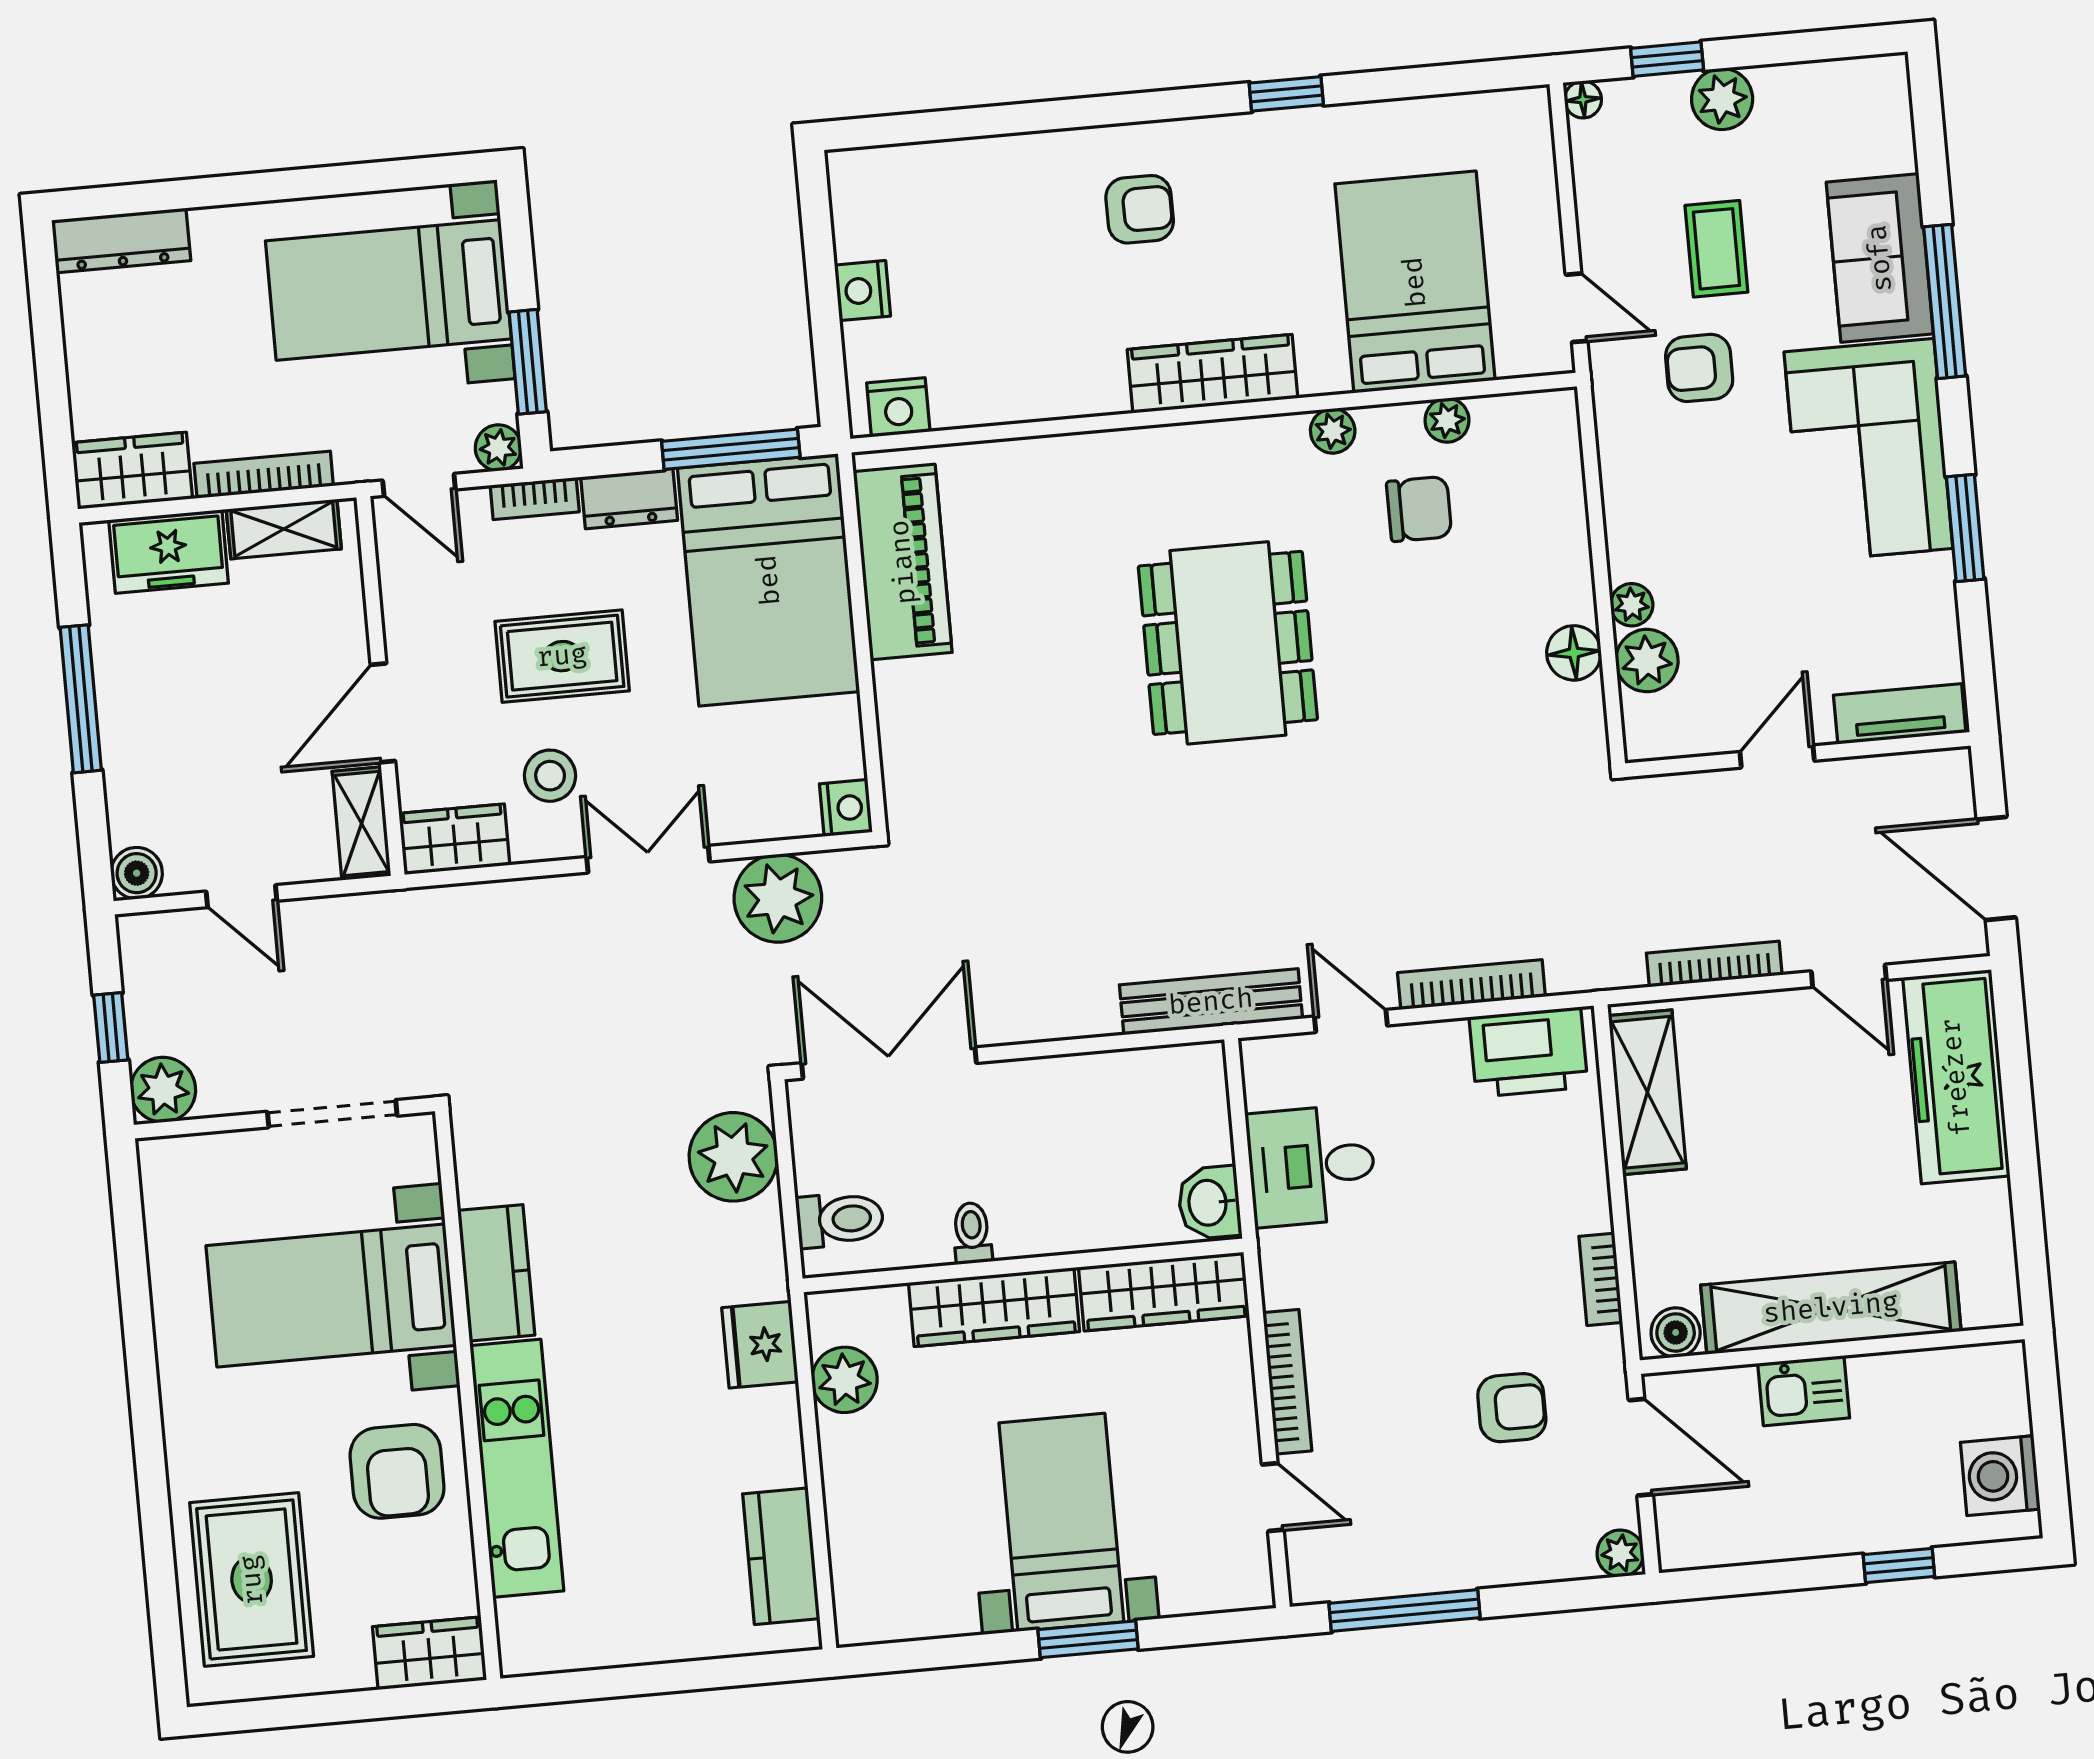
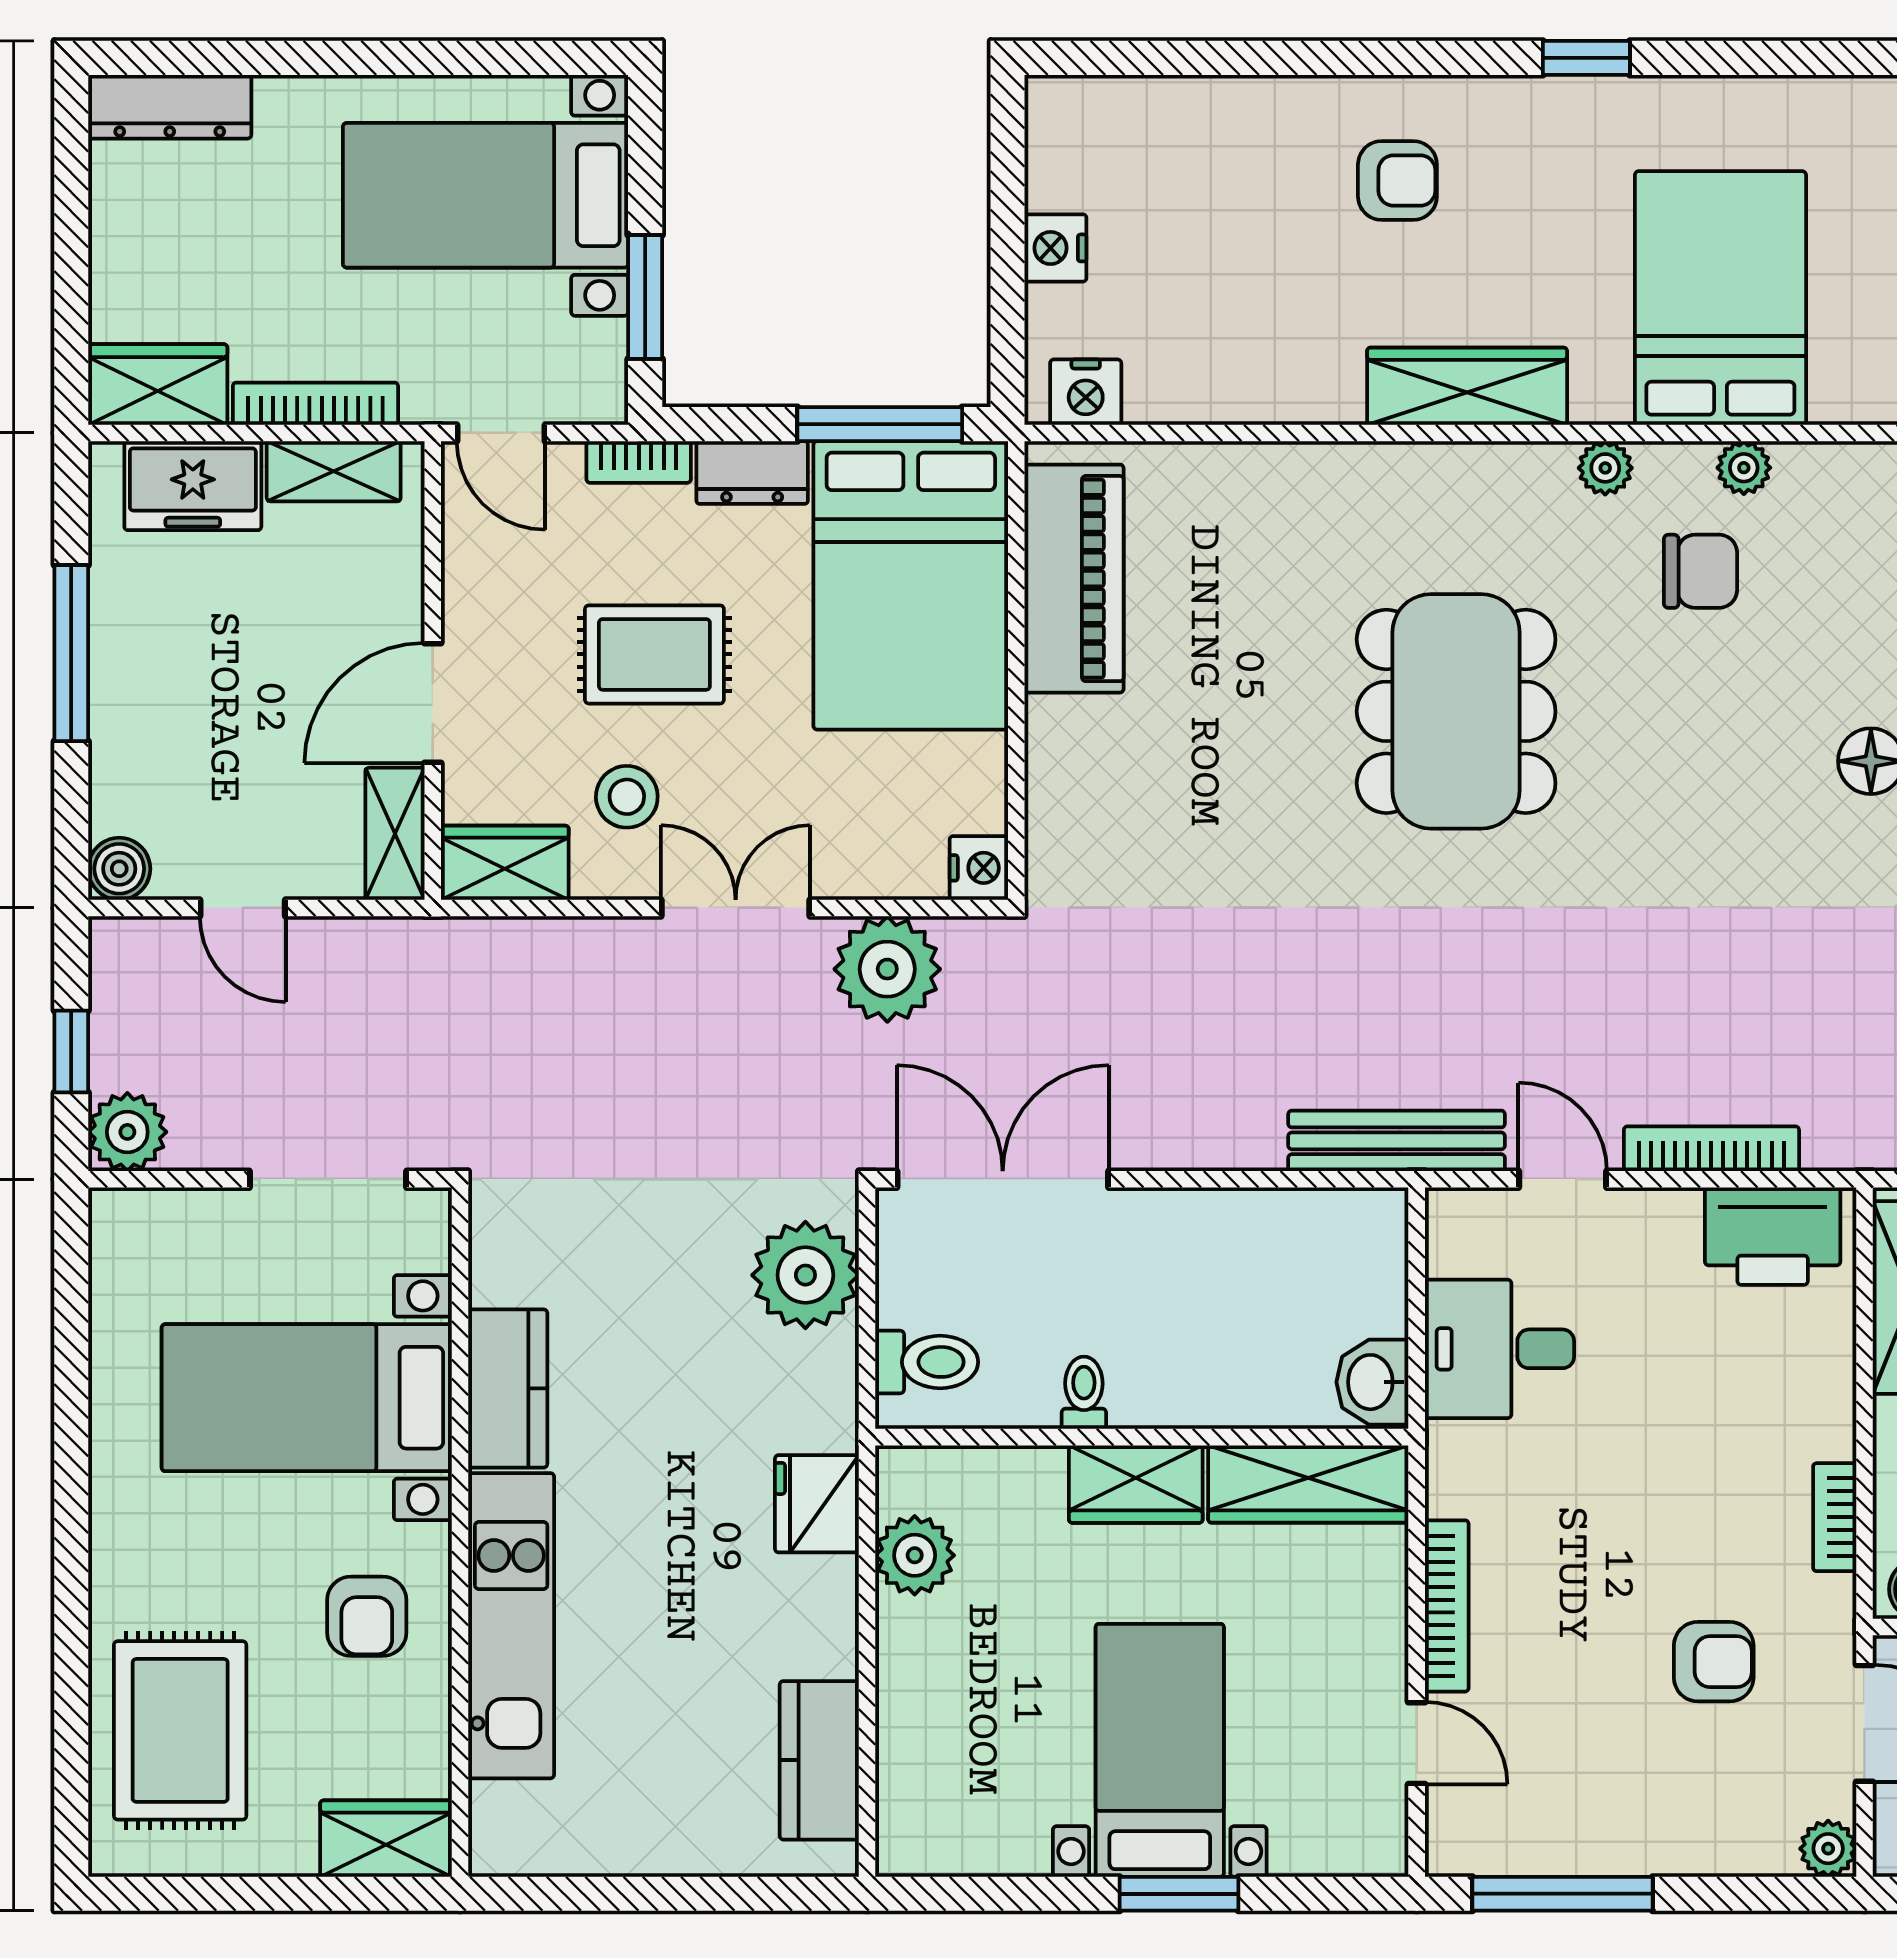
plant: (498, 448) -> (600, 397), removed
wardrobe: (994, 1307) -> (1136, 1484), width x0.67
armchair: (397, 1471) -> (367, 1616), width x0.72, depth x0.72

